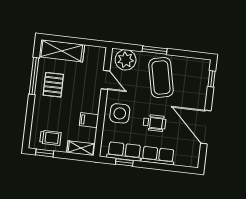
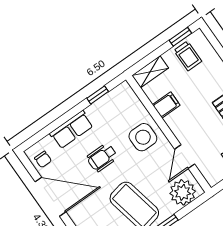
door: (106, 80) -> (185, 157), hinge flipped
trolley: (50, 138) -> (188, 56), turned -90
row of seats: (124, 151) -> (107, 105), removed
chair: (191, 153) -> (43, 159), added

